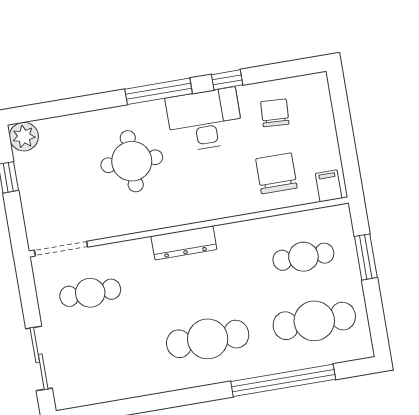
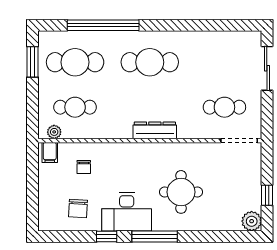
chair: (276, 173) -> (84, 167), width x0.54, depth x0.54
plant: (327, 216) -> (54, 132), added
window: (366, 257) -> (33, 62), moved

